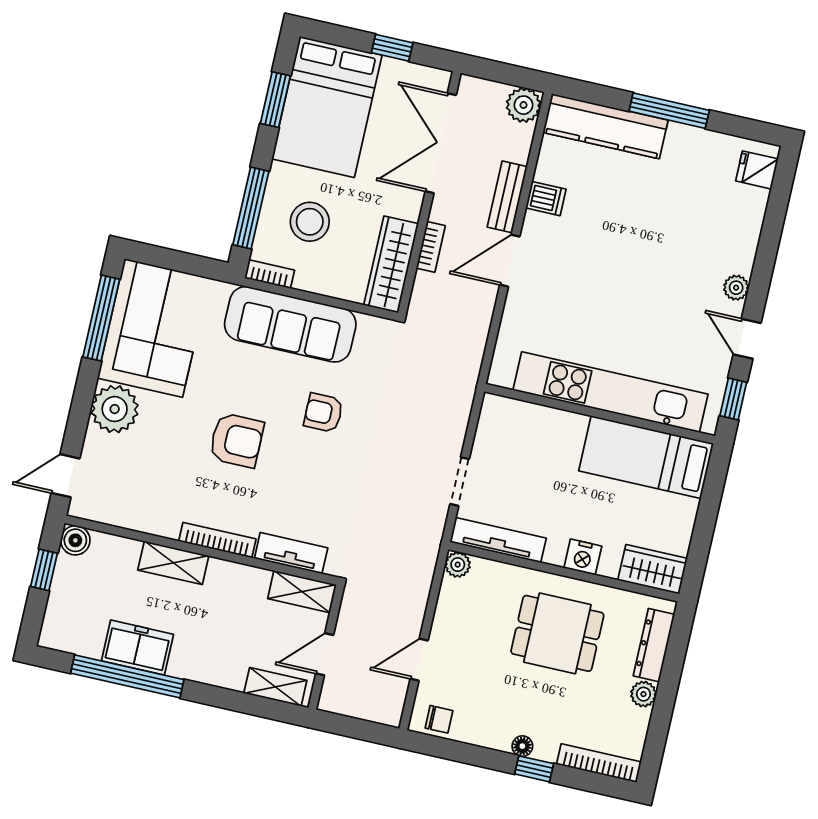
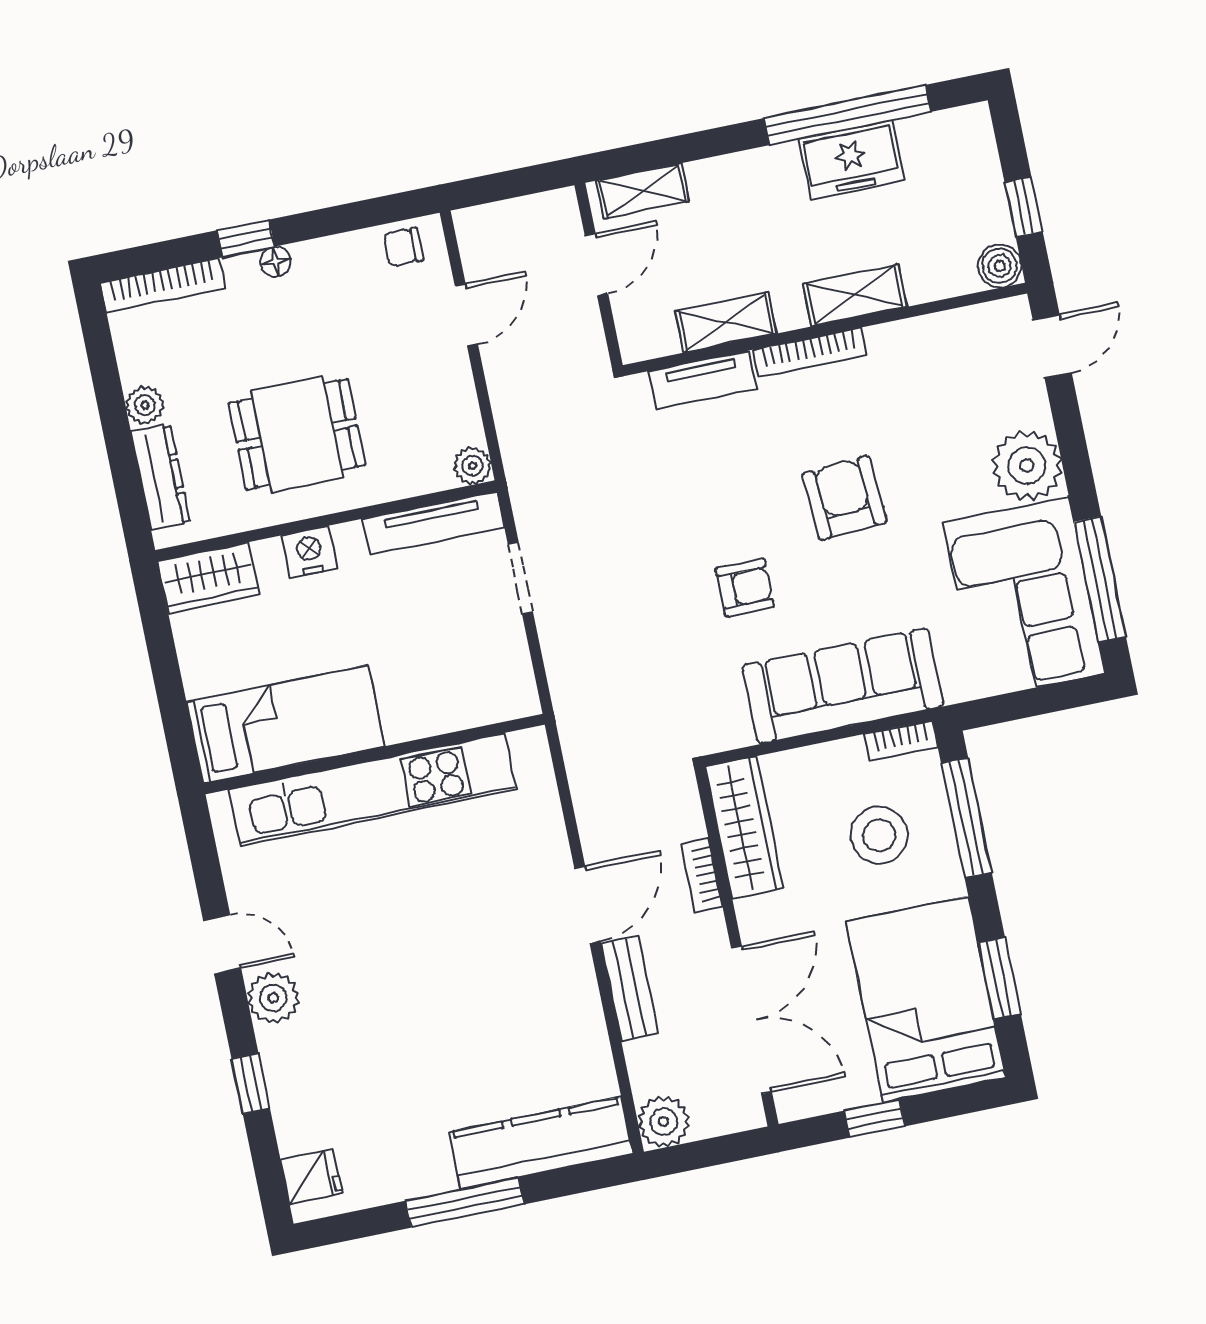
dishwasher: (546, 199) -> (577, 1010), removed
plant: (736, 288) -> (273, 998), width x1.38, depth x1.38
window: (733, 399) -> (251, 1084), moved
armchair: (237, 440) -> (844, 498), turned 86
shelving: (302, 592) -> (726, 322), moved

